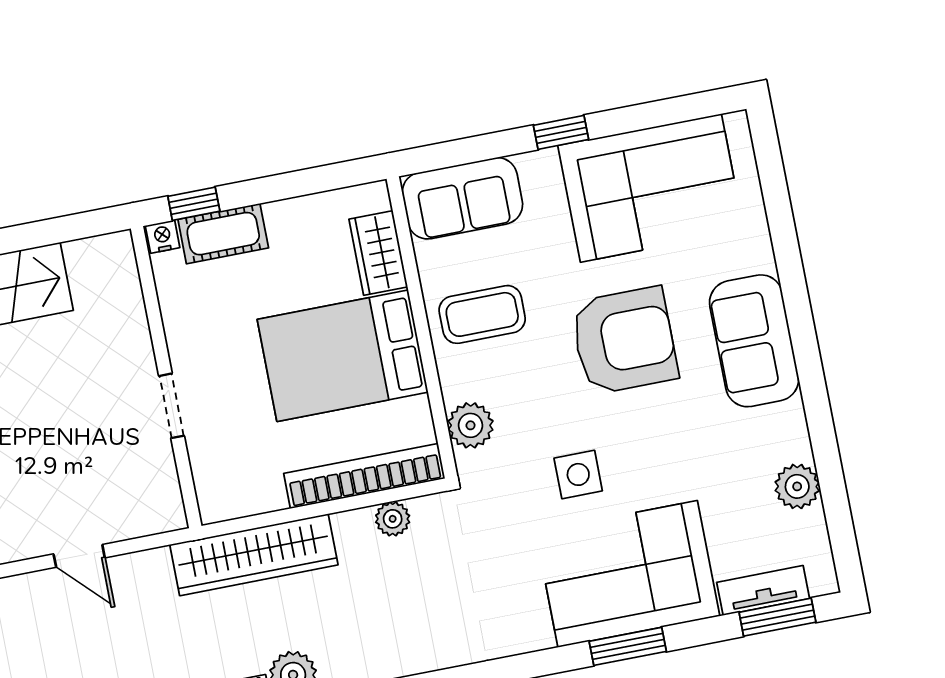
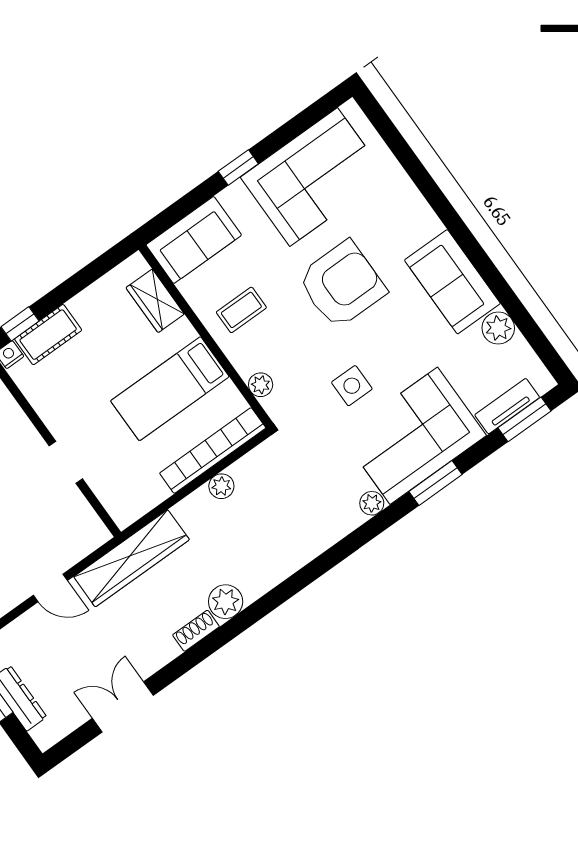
coffee table: (482, 314) -> (241, 310), width x0.73, depth x0.77
sofa: (754, 341) -> (452, 282), moved
bed: (343, 356) -> (170, 389), width x0.67
plant: (471, 425) -> (261, 385), width x0.73, depth x0.73
plant: (393, 519) -> (221, 486), moved
wardrobe: (254, 555) -> (132, 558), moved
plant: (535, 635) -> (372, 503), added

